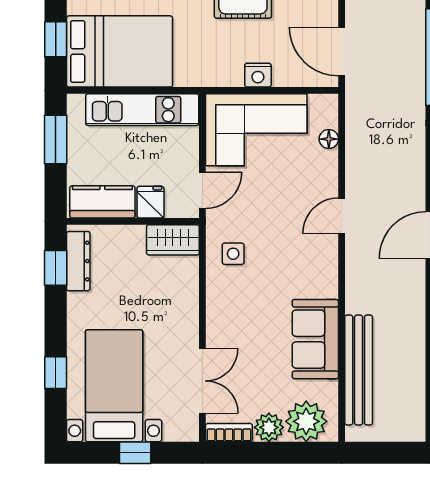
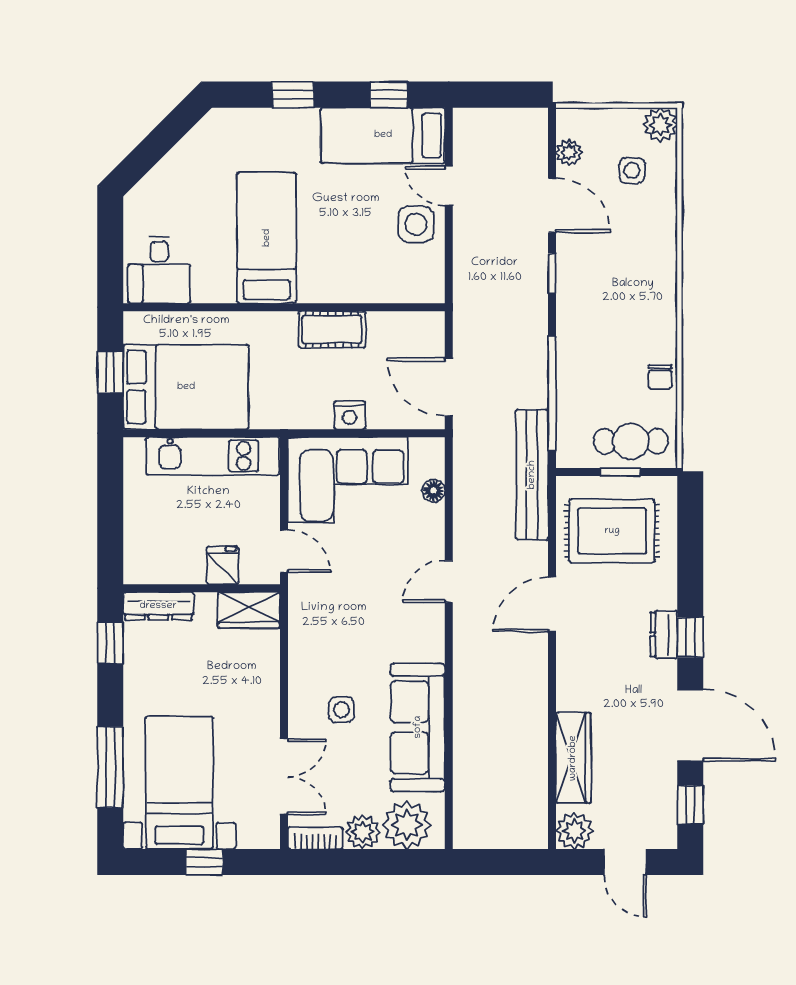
window: (56, 139) -> (110, 491), removed
door: (202, 190) -> (284, 551), hinge flipped
kitchen counter: (102, 202) -> (166, 565), removed
side table: (233, 254) -> (341, 710), moved
dresser: (78, 261) -> (158, 606), moved, turned 90
sofa: (315, 339) -> (418, 727), width x1.36
bench: (359, 370) -> (532, 475), moved
window: (56, 373) -> (110, 767), width x2.17

